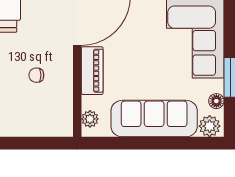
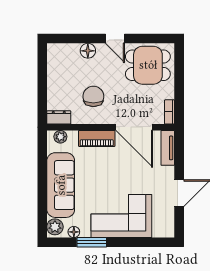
chair: (36, 75) -> (93, 96), width x1.87, depth x1.87
dresser: (64, 121) -> (59, 117), added

